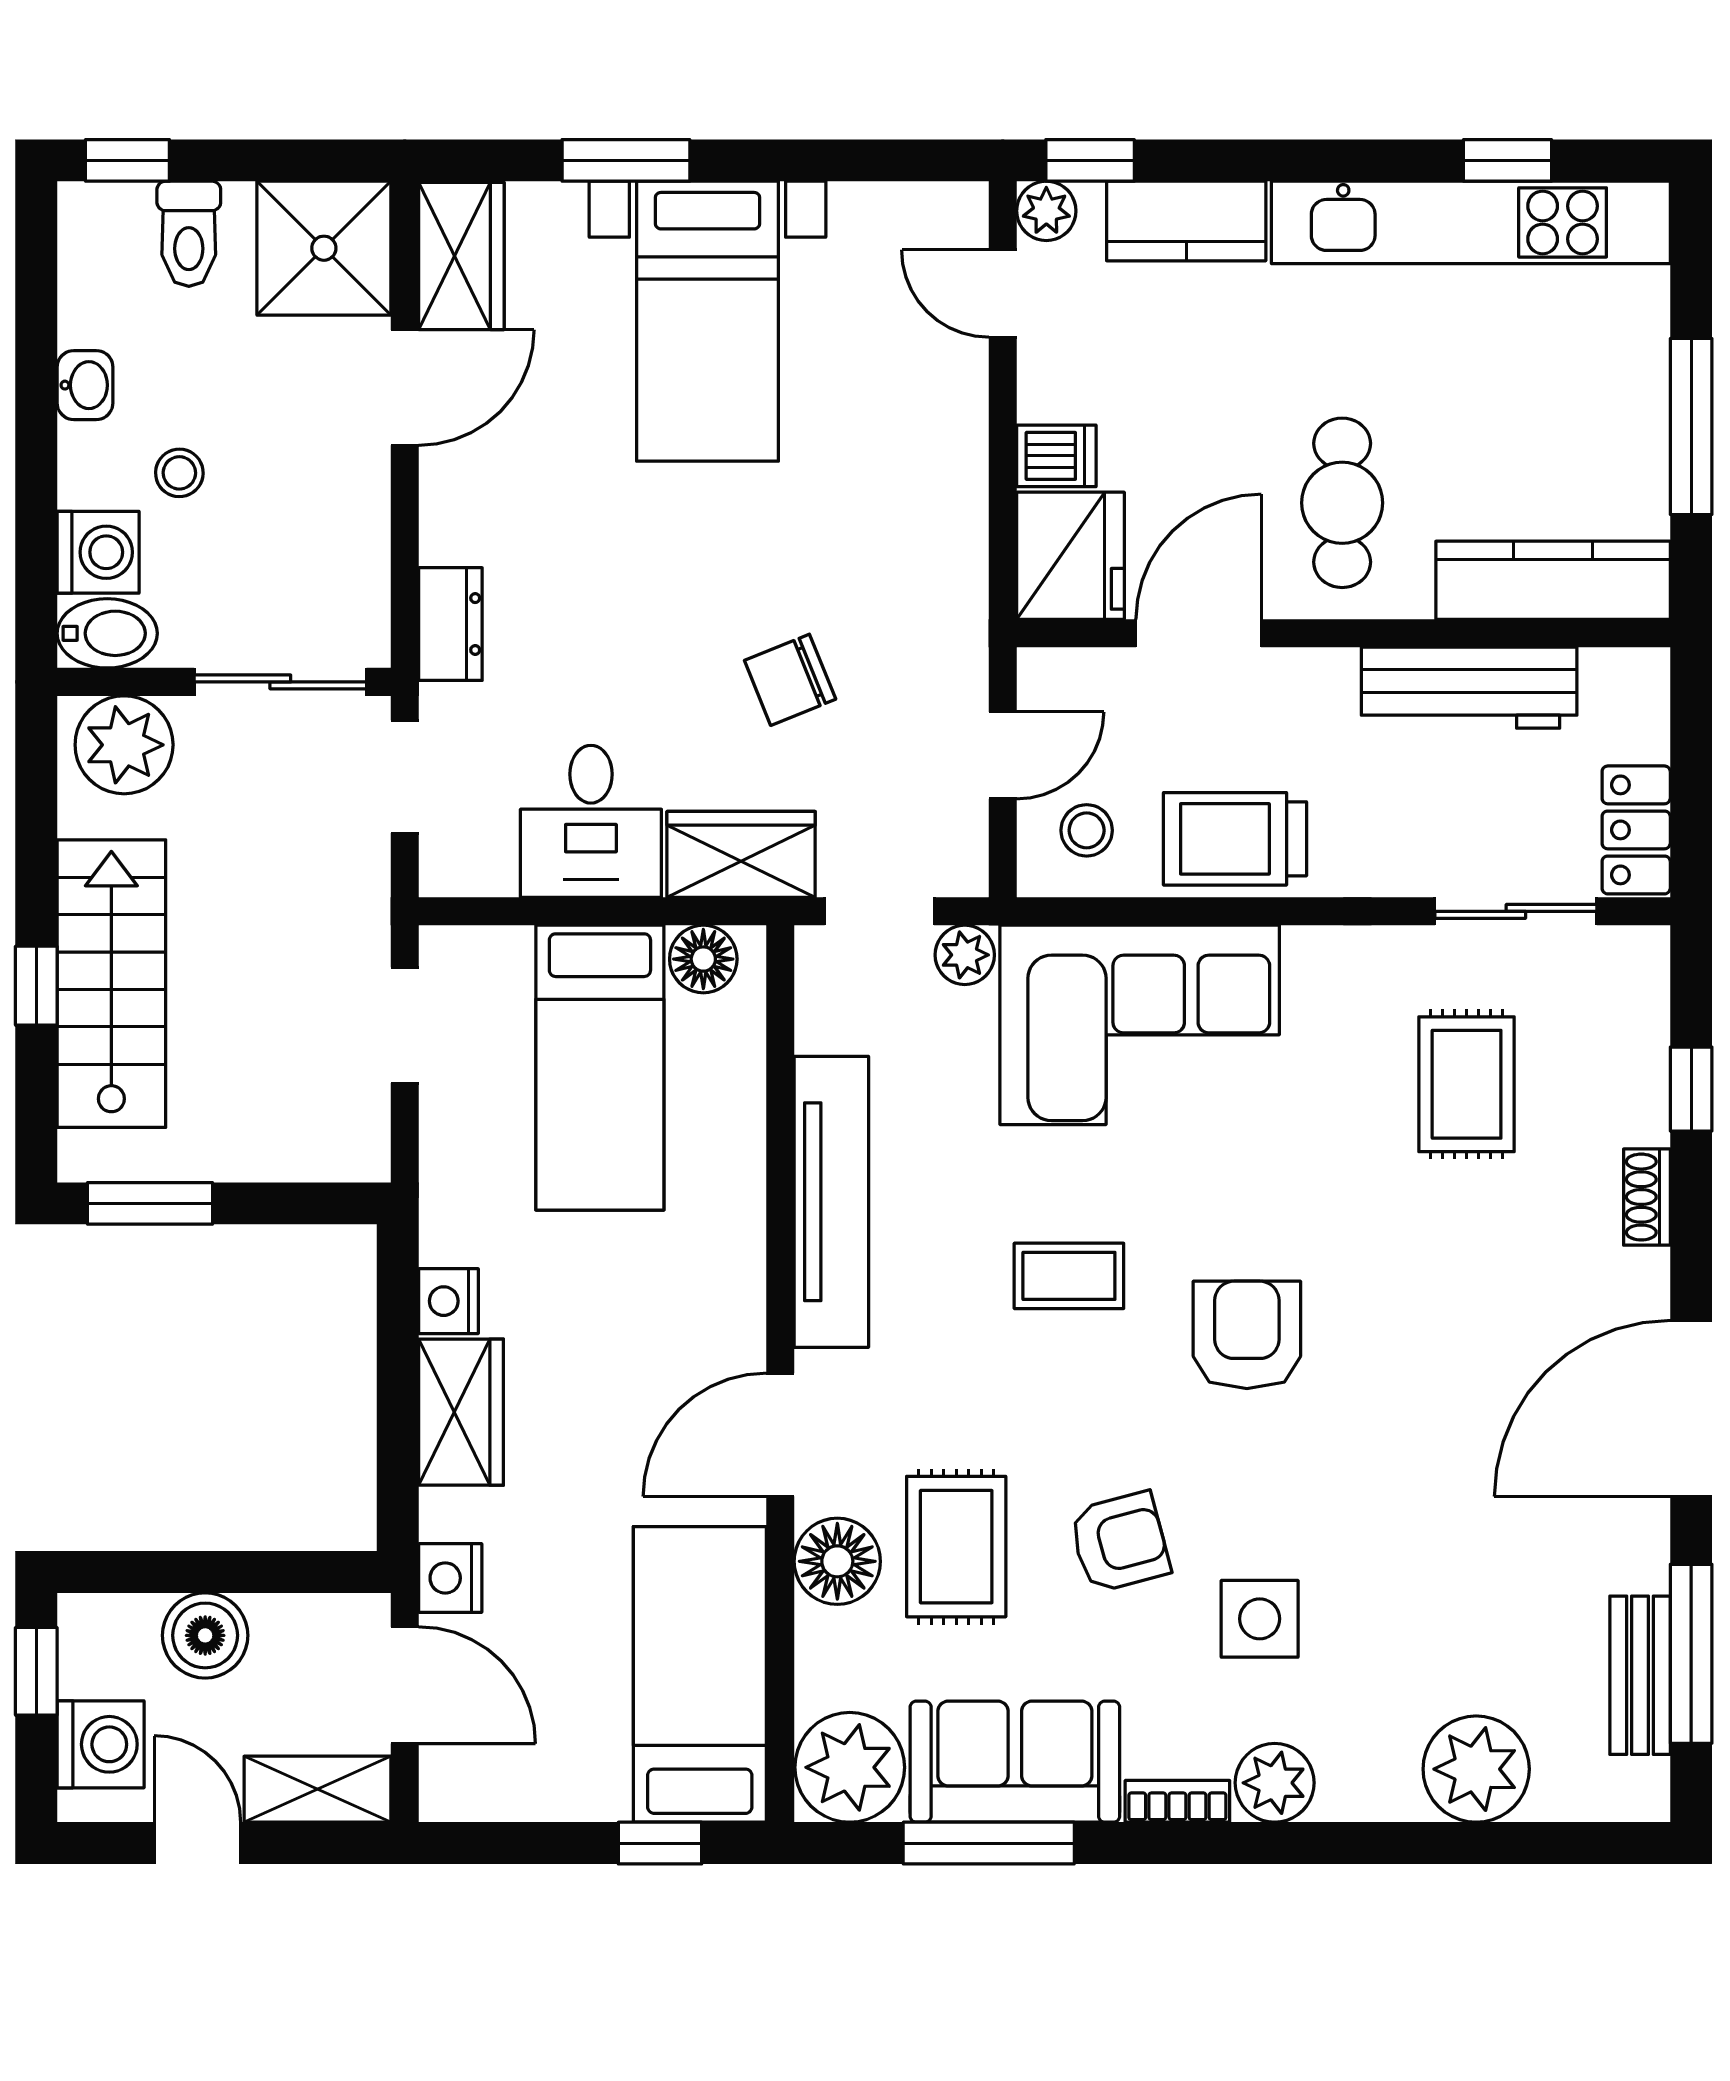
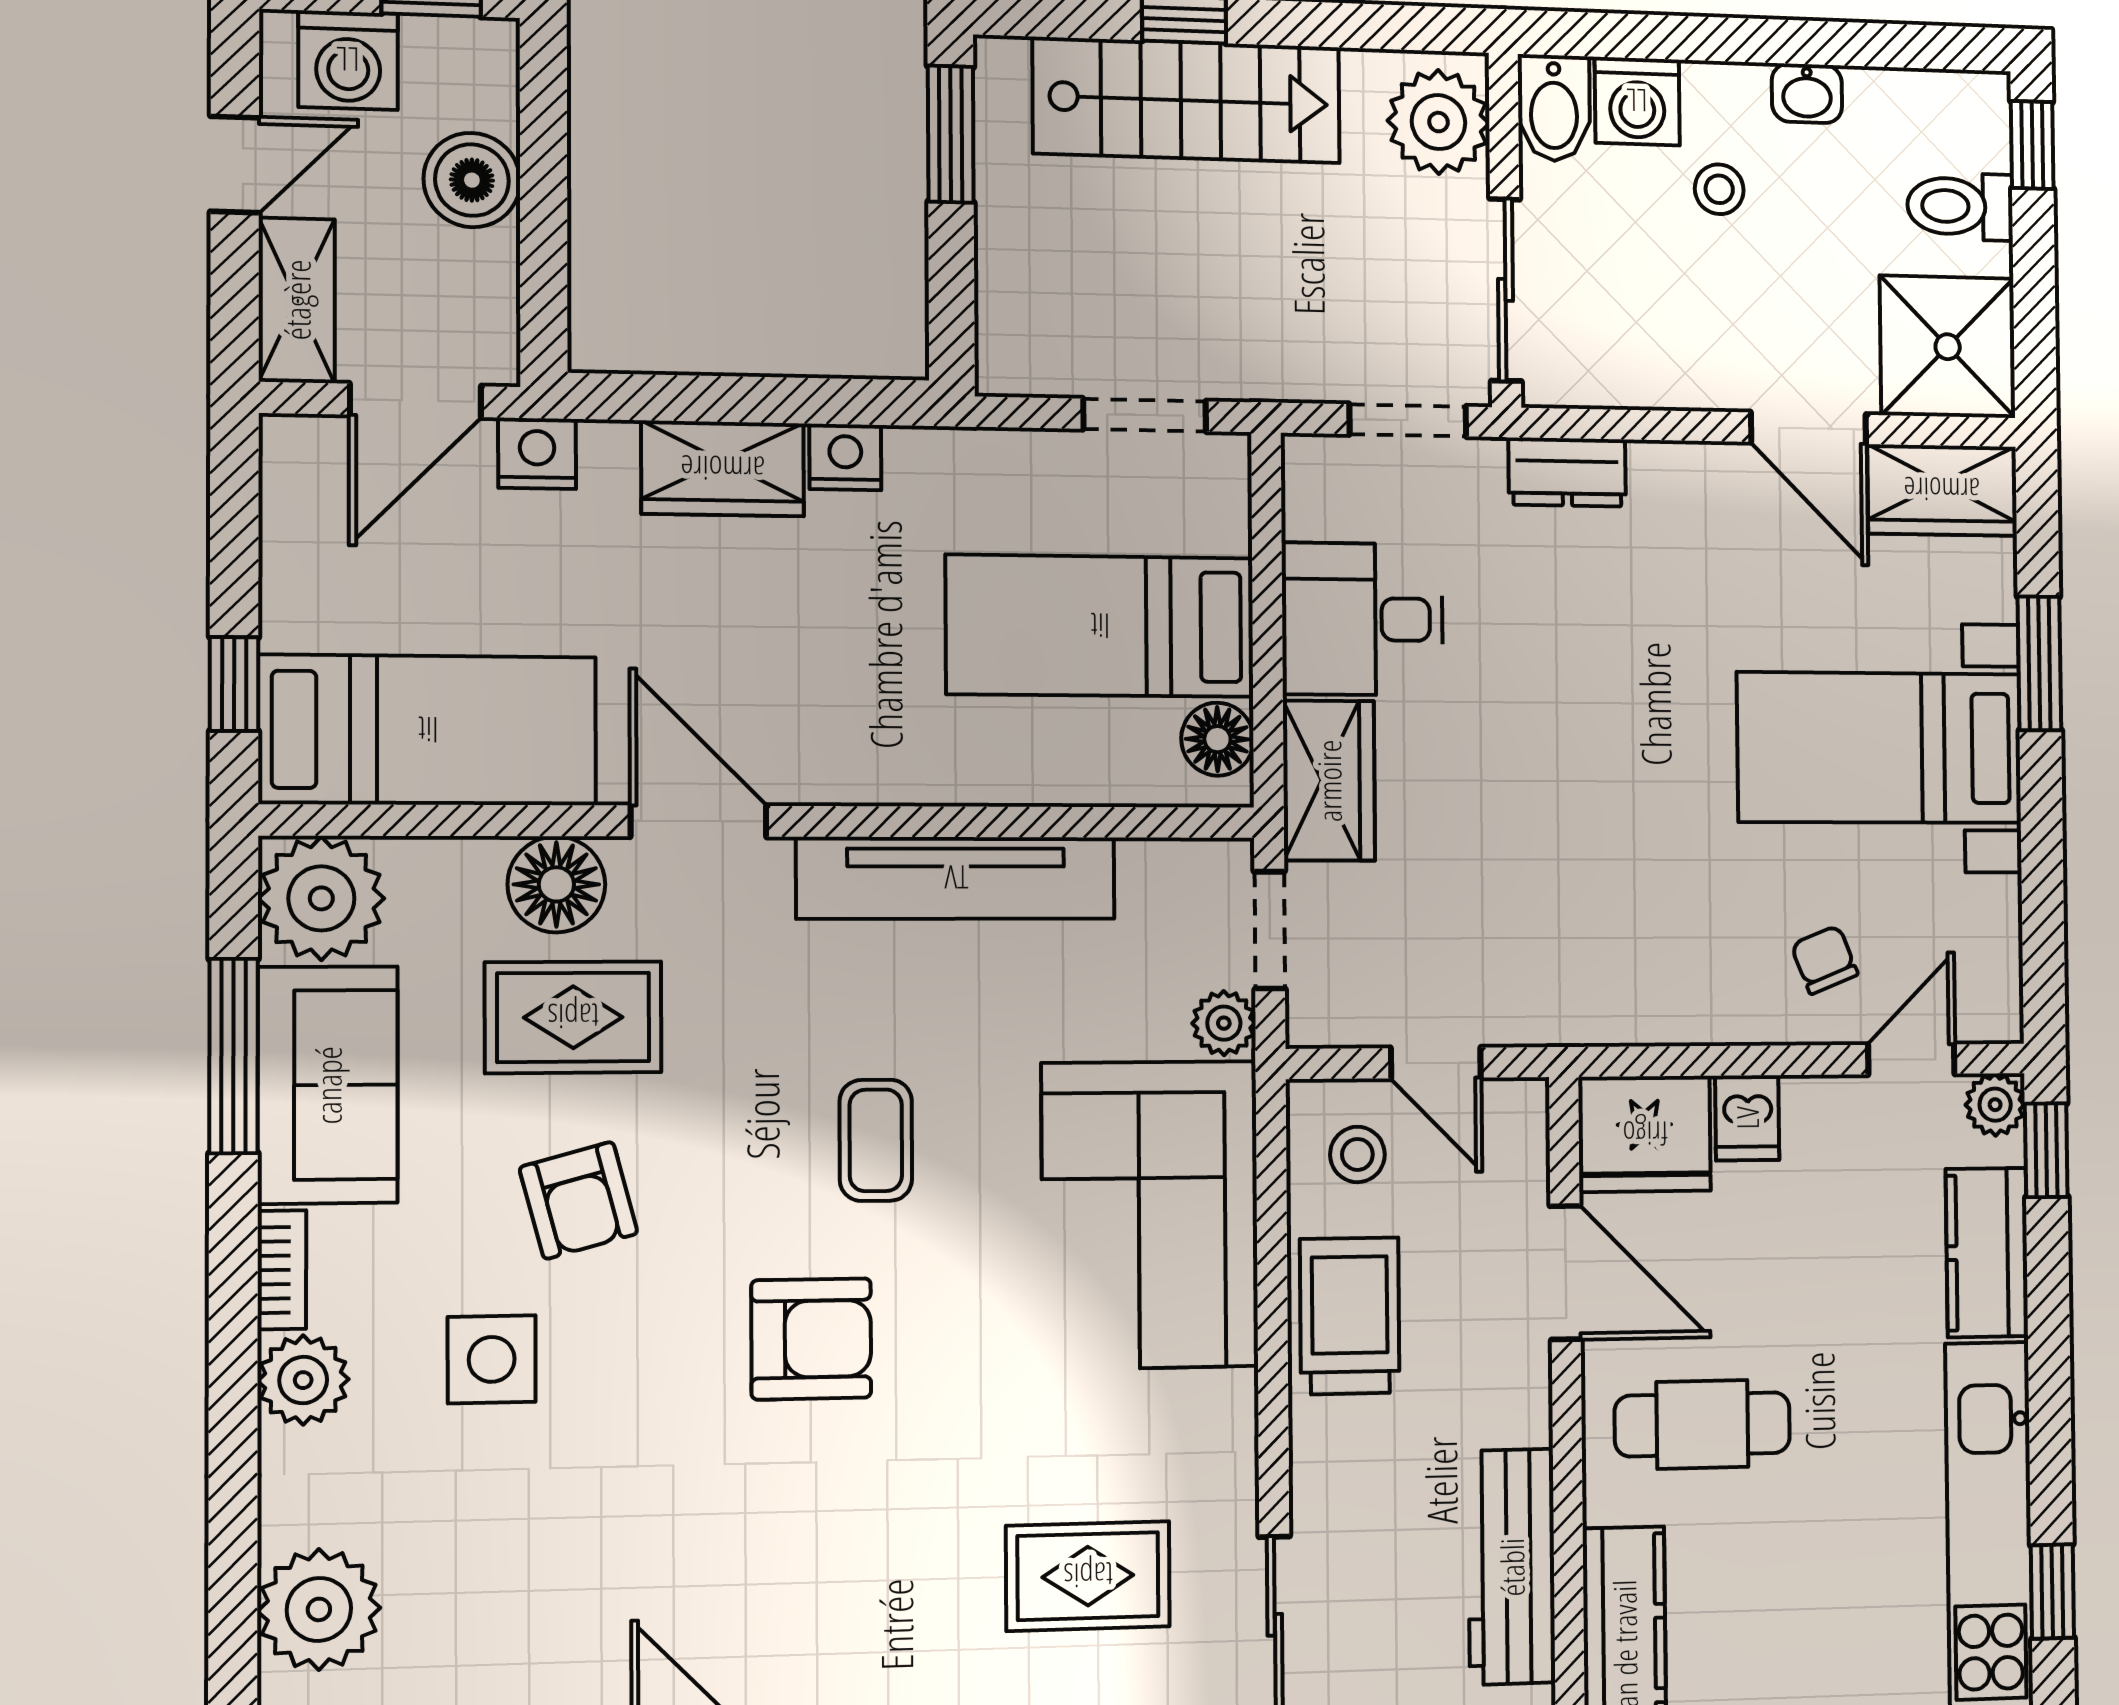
chair: (790, 680) -> (1824, 960), moved, width x0.73, depth x0.73

